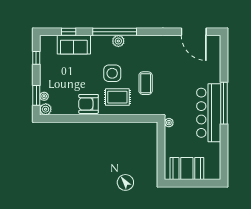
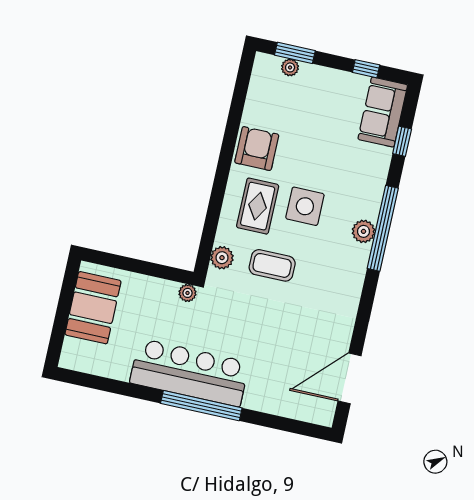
sofa: (74, 45) -> (383, 112), moved
plant: (46, 109) -> (222, 258), moved

